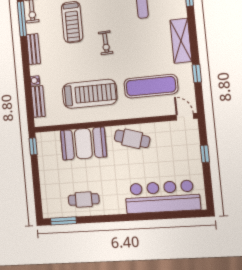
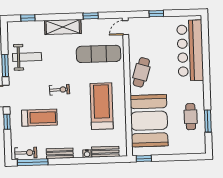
exercise mat: (151, 86) -> (99, 54), turned 90
booth: (83, 144) -> (149, 121), width x1.36, depth x1.42
window: (63, 221) -> (208, 121), moved

